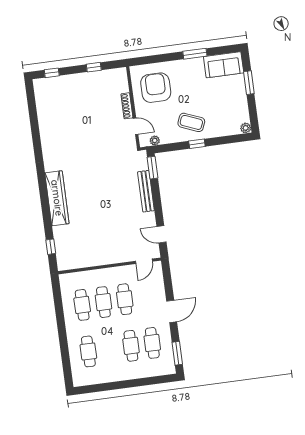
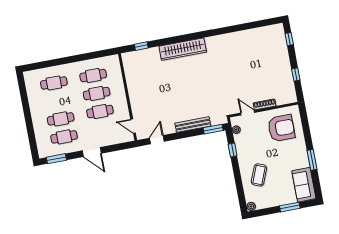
coffee table: (191, 122) -> (259, 175), moved
door: (136, 126) -> (248, 113), swing flipped
window: (197, 144) -> (233, 150), moved

